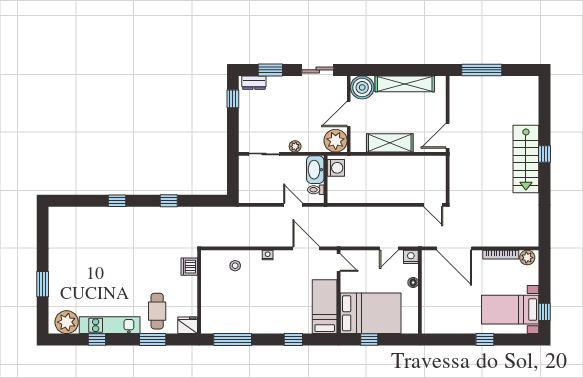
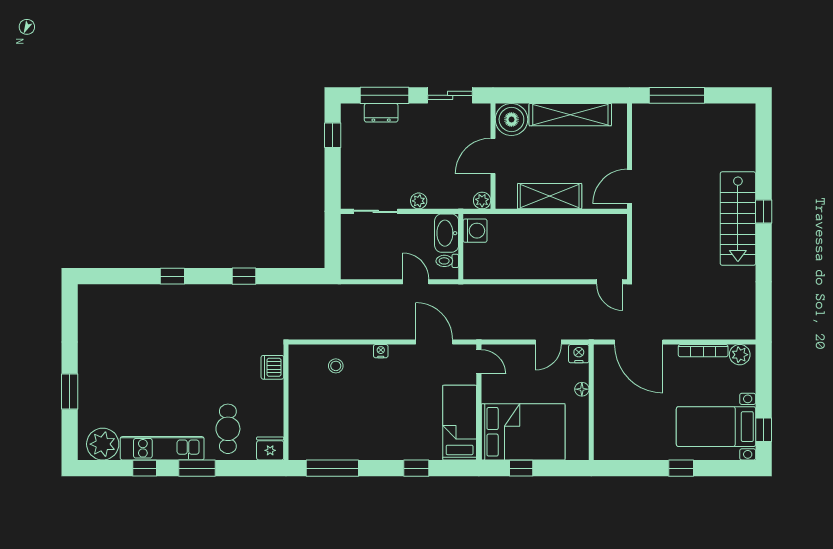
window: (270, 70) -> (385, 95), width x1.44
dresser: (254, 83) -> (381, 113), moved
plant: (336, 141) -> (482, 201), width x0.53, depth x0.53
window: (153, 340) -> (197, 468), moved

